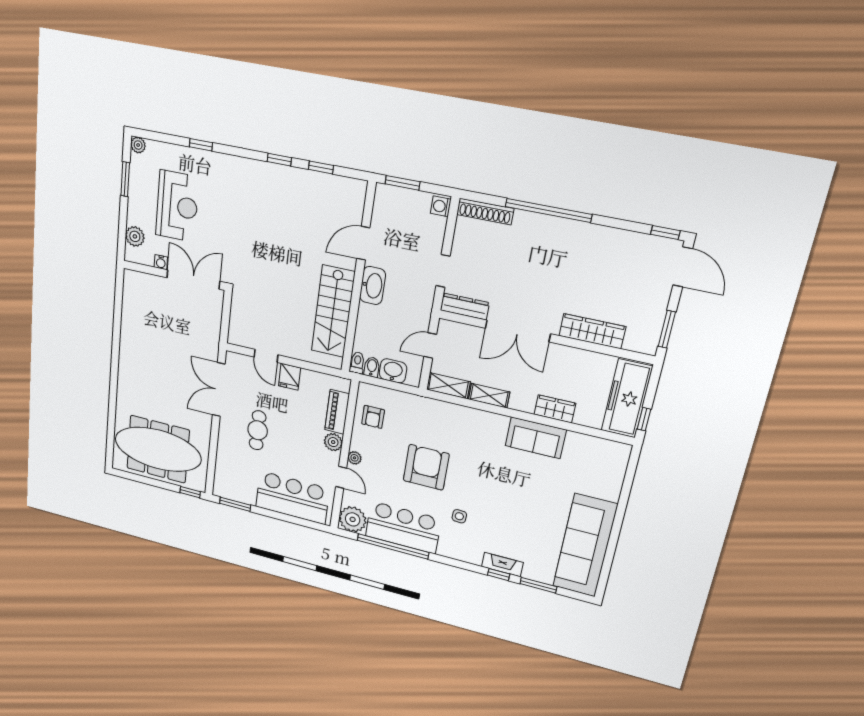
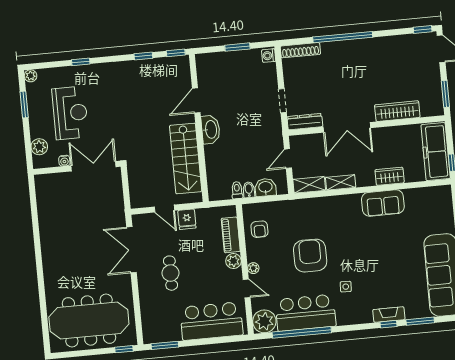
door: (363, 243) -> (196, 100), moved
wall: (358, 279) -> (199, 128), moved
washbasin: (373, 286) -> (211, 129), moved
stairs: (333, 311) -> (186, 158), moved

